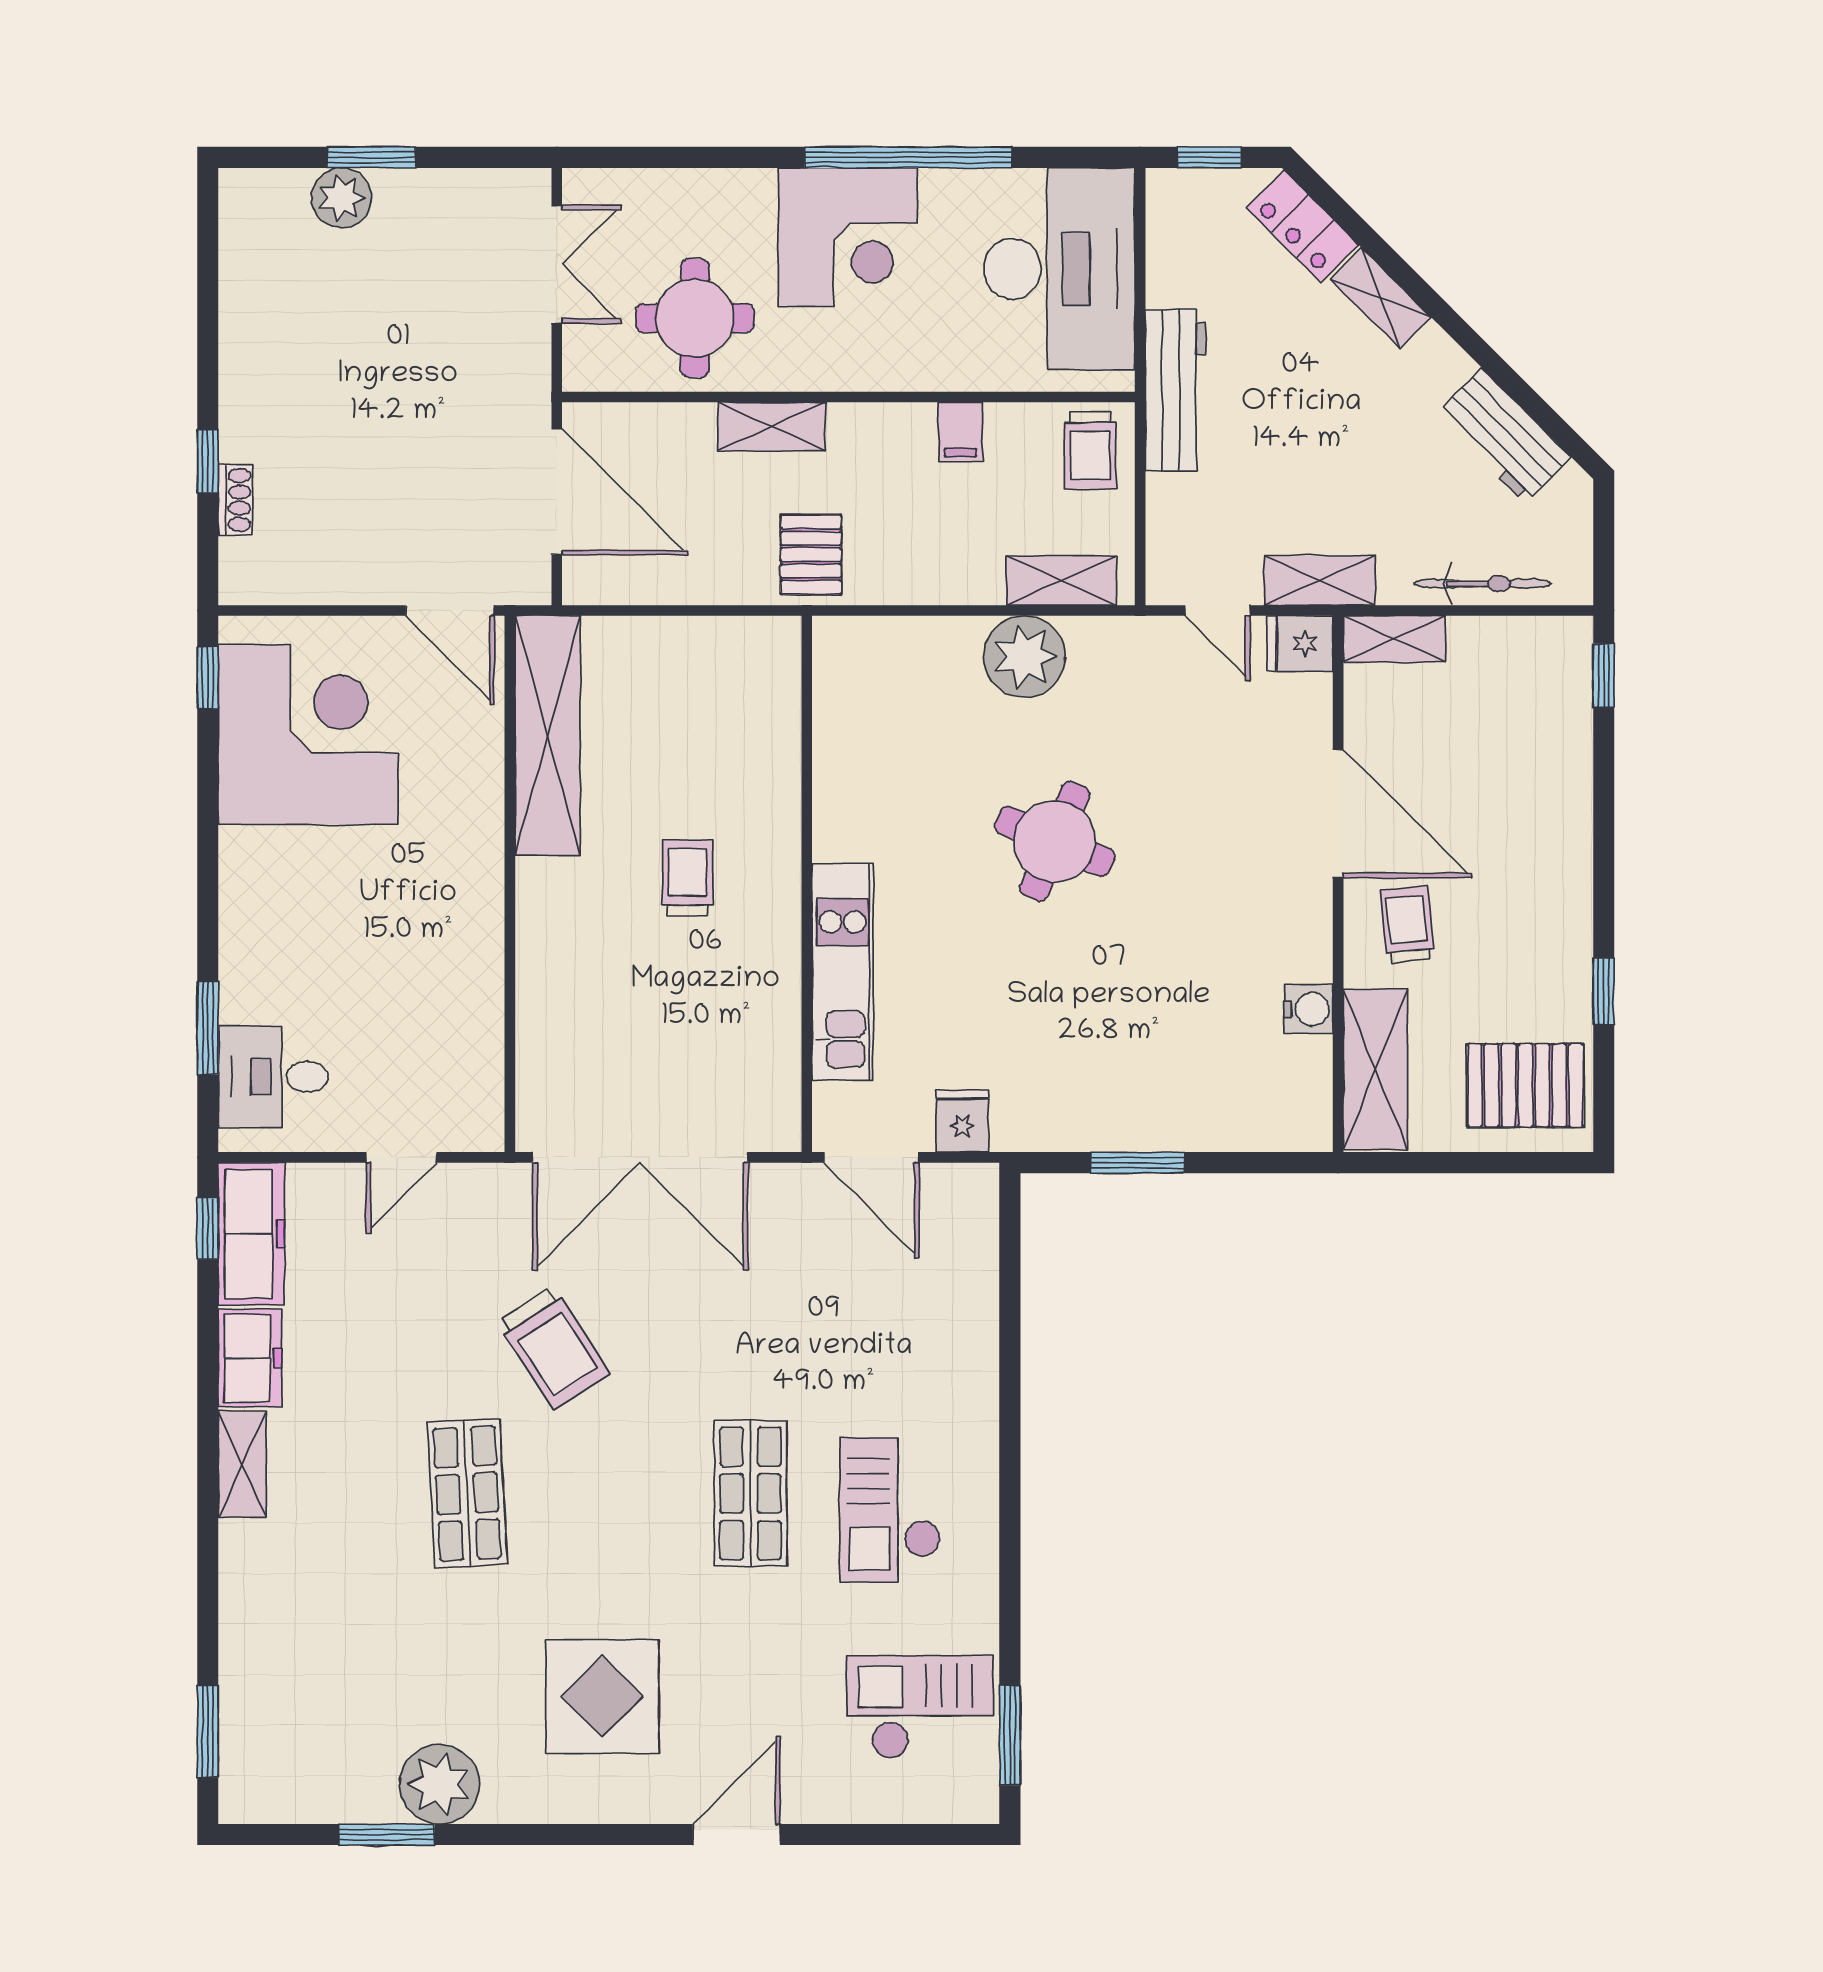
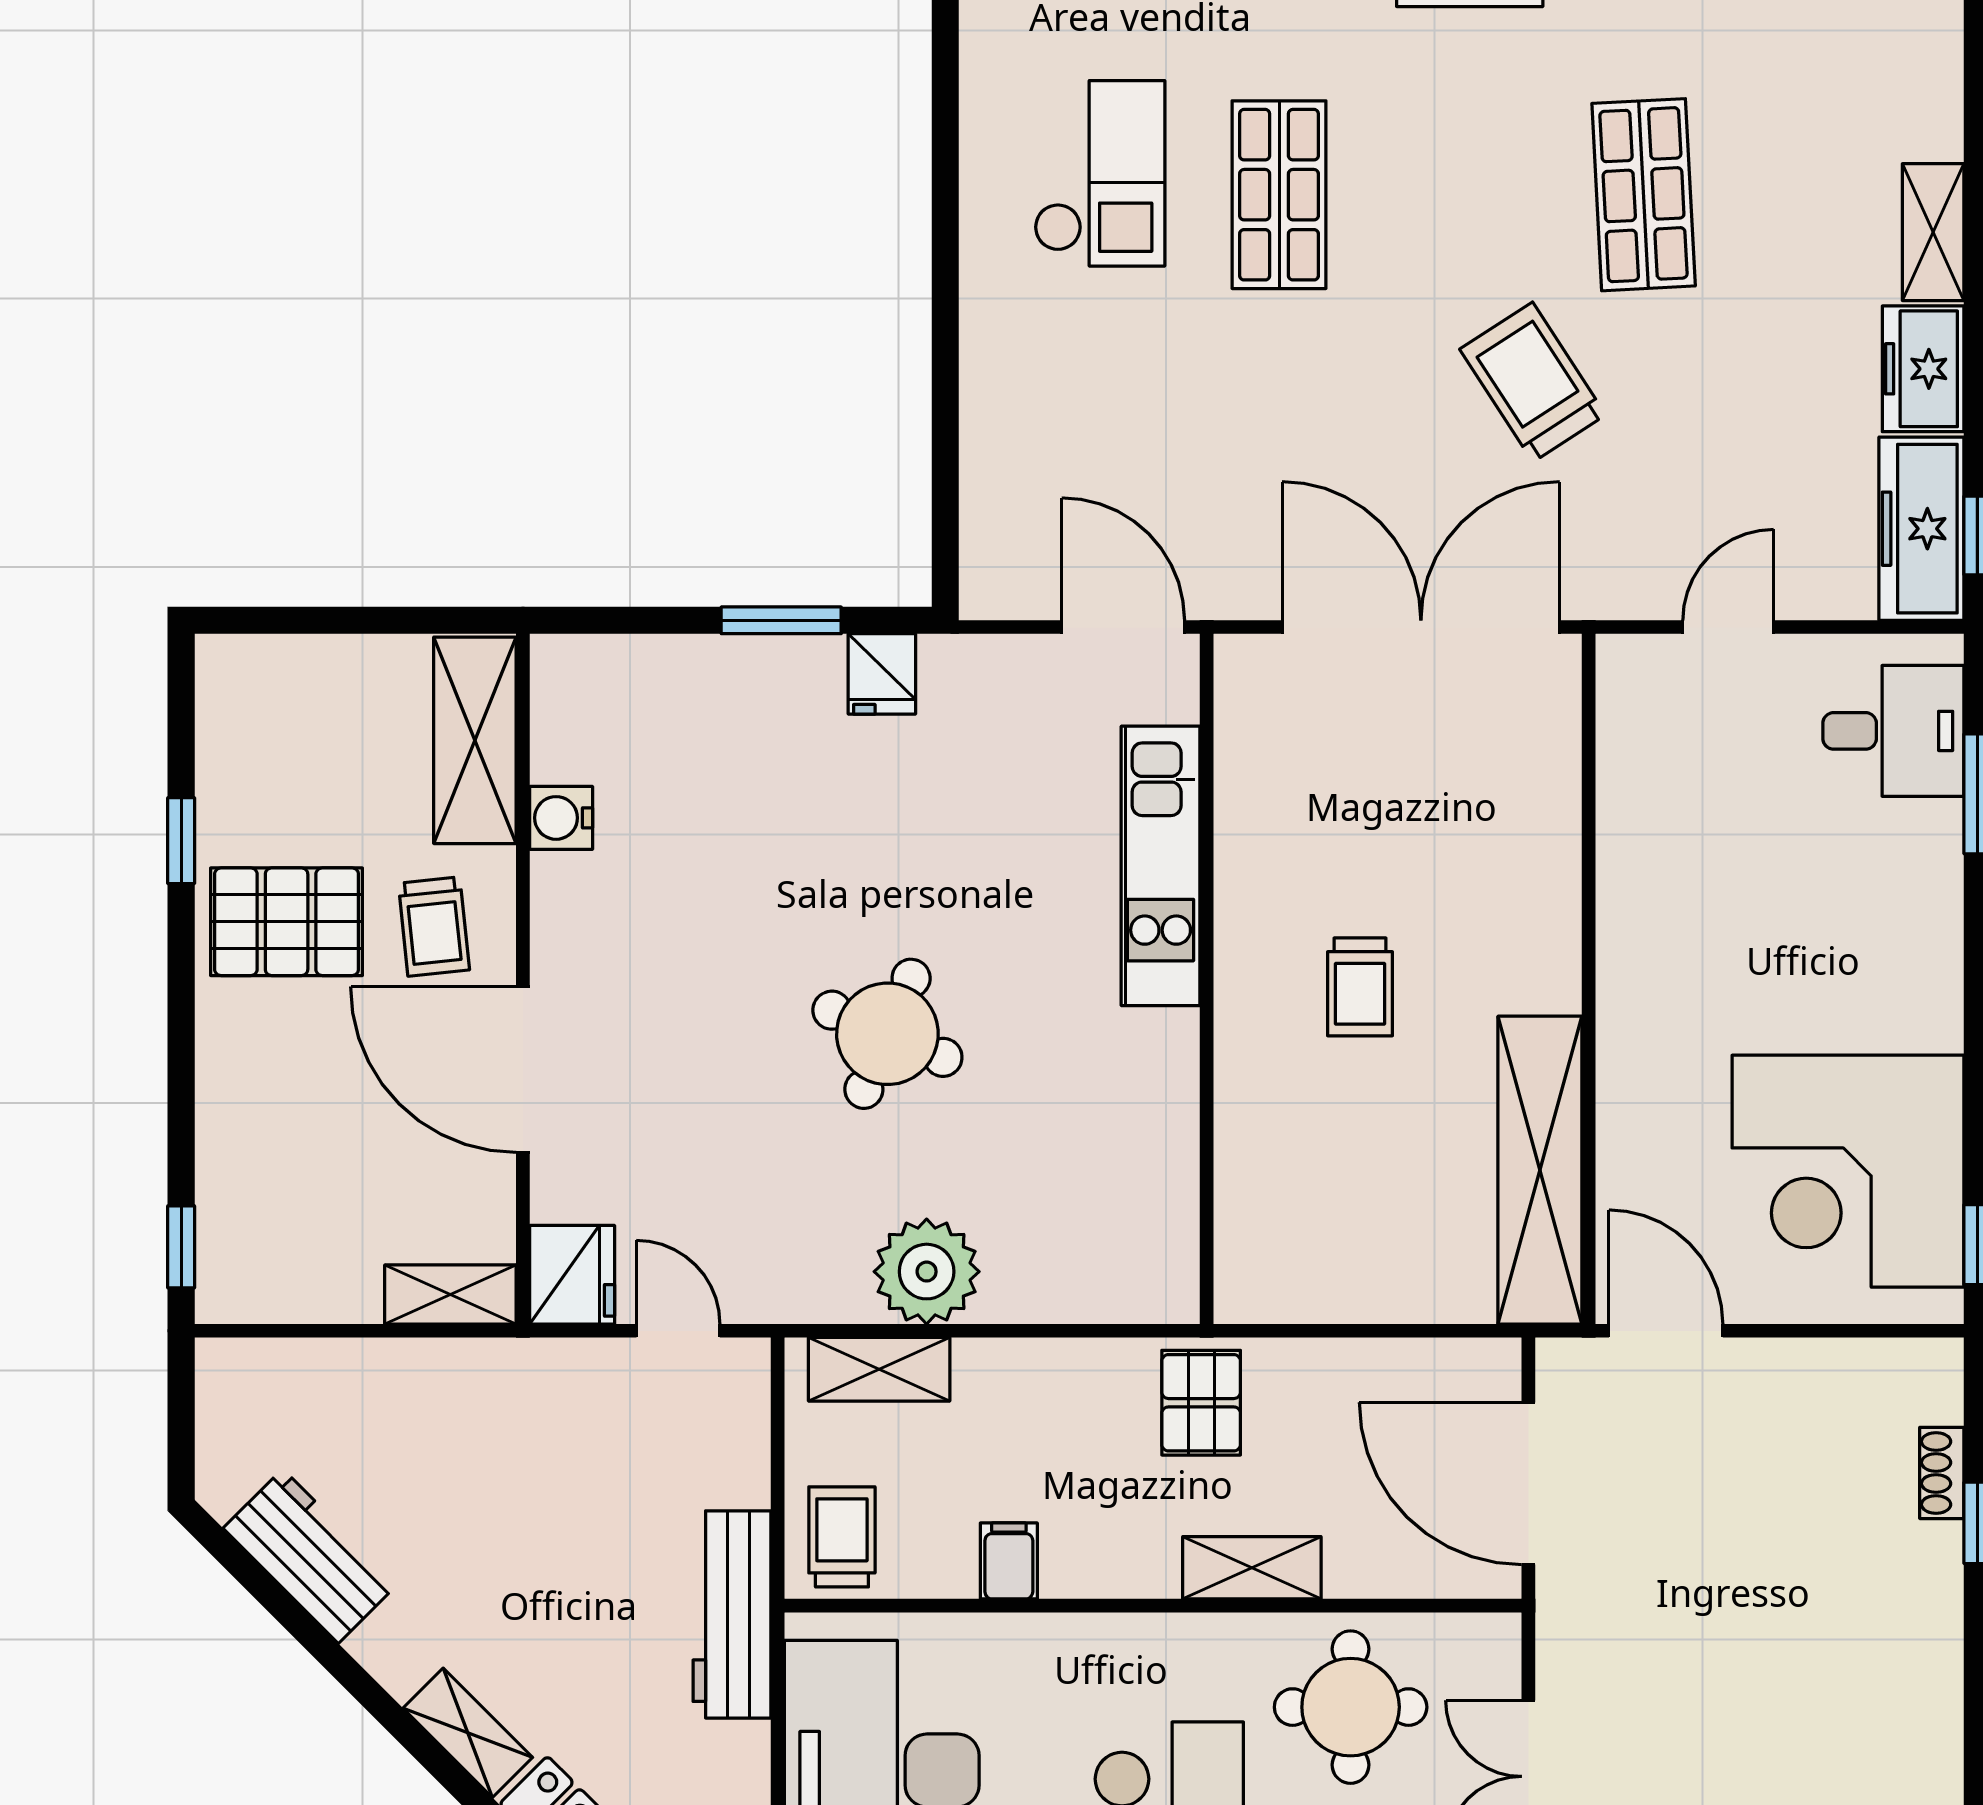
shelving: (1320, 580) -> (547, 1370), removed
bicycle: (1482, 584) -> (337, 1366), removed
fridge: (1300, 643) -> (572, 1275), width x1.38
pallet: (1525, 1085) -> (287, 922), moved
fridge: (962, 1121) -> (882, 674), moved

